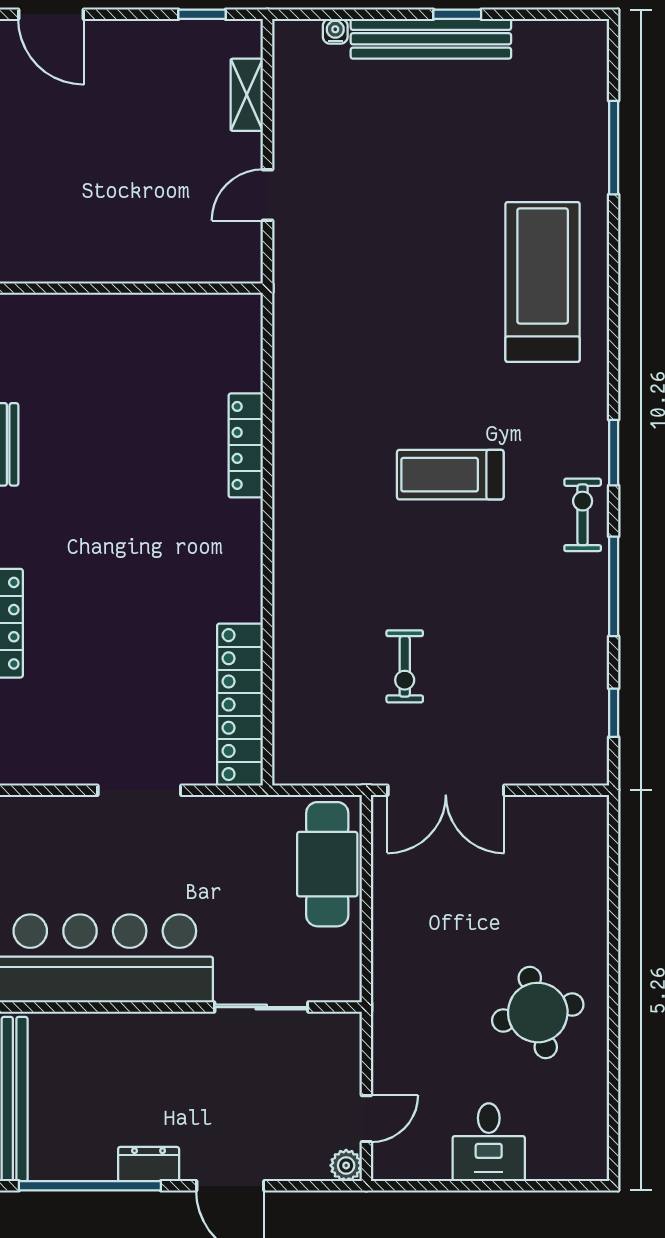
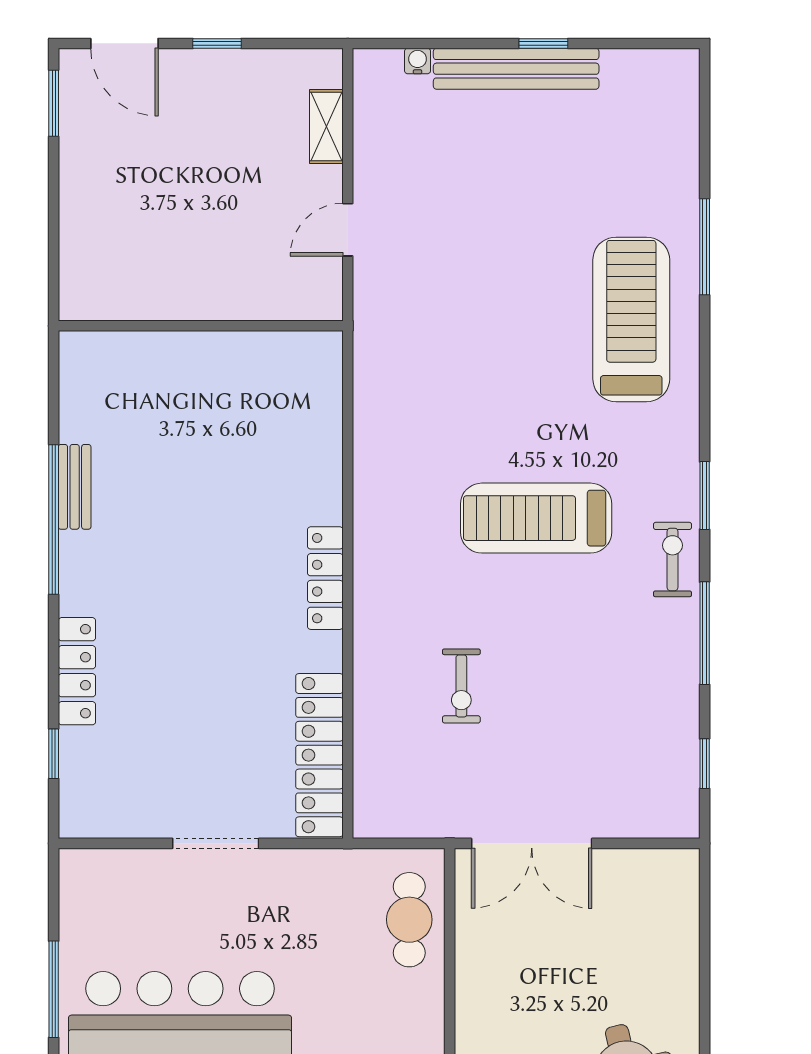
window: (202, 14) -> (217, 43), moved
window: (614, 148) -> (705, 247), moved
locker: (246, 445) -> (325, 578), moved
treadmill: (450, 475) -> (536, 518), width x1.37, depth x1.38
exercise bike: (405, 666) -> (461, 686), moved
cafe table: (327, 864) -> (409, 920), width x0.73, depth x0.74

